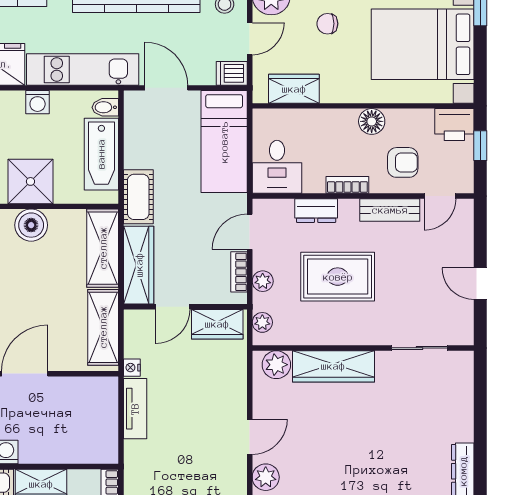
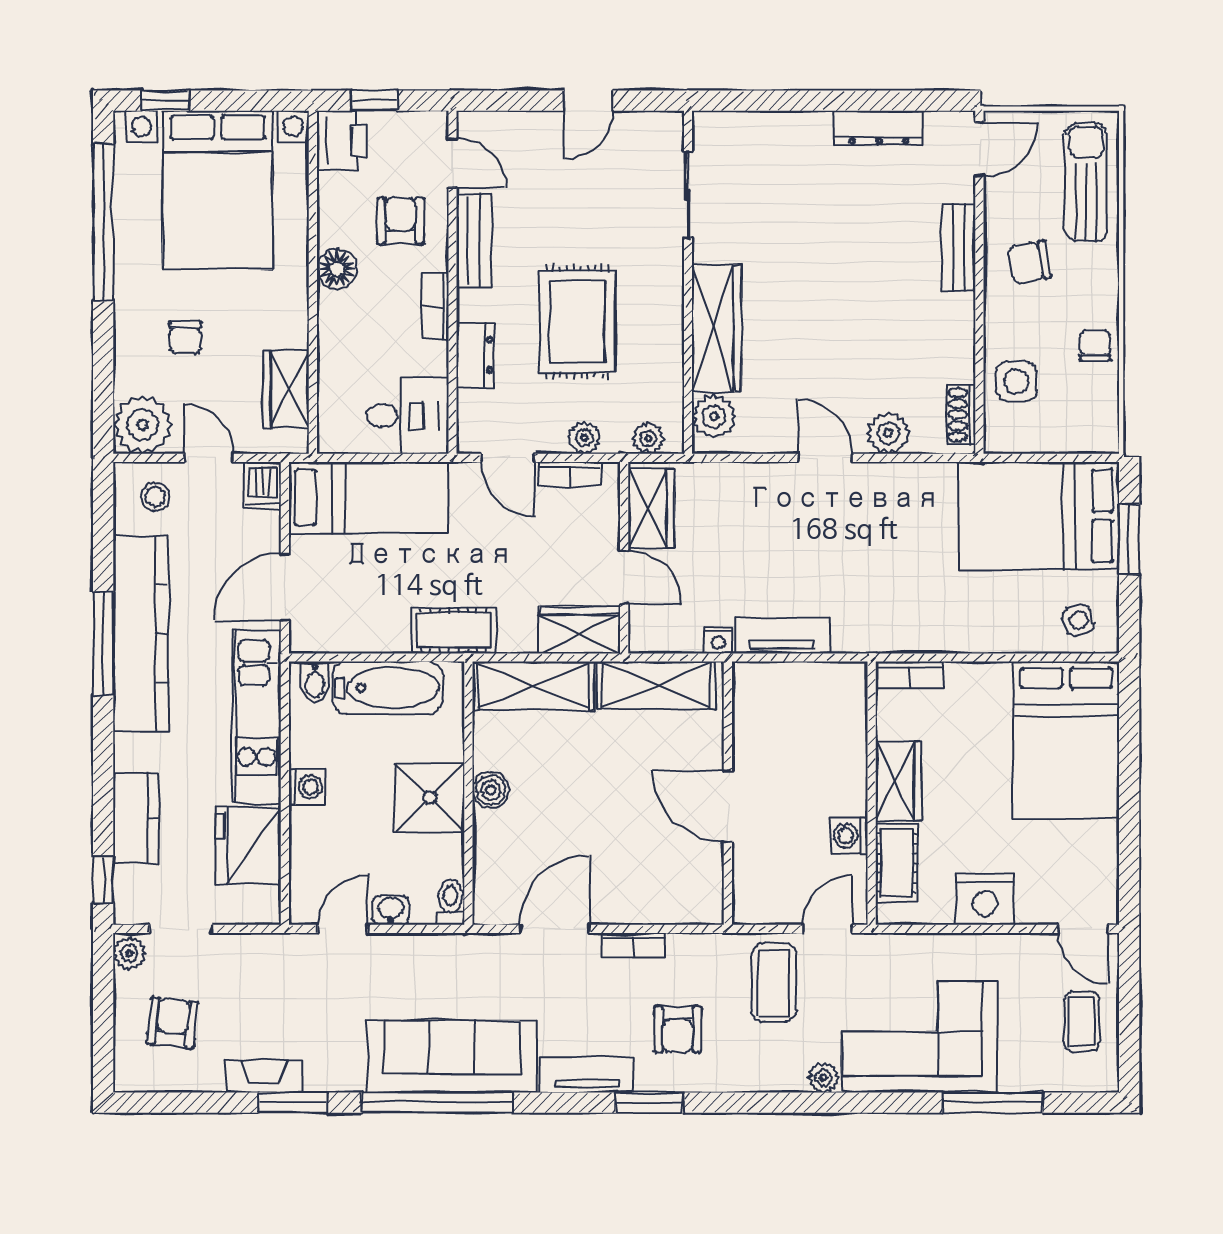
boiler: (31, 225) -> (491, 790), width x0.73, depth x0.73
wardrobe: (139, 265) -> (580, 630), width x0.67

